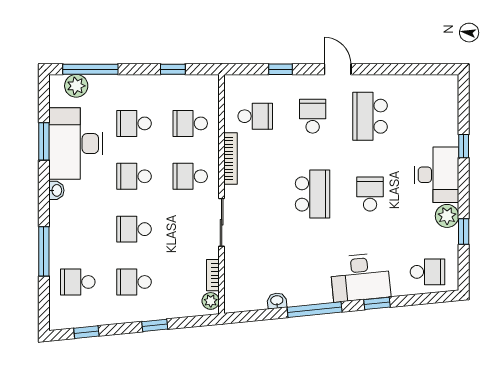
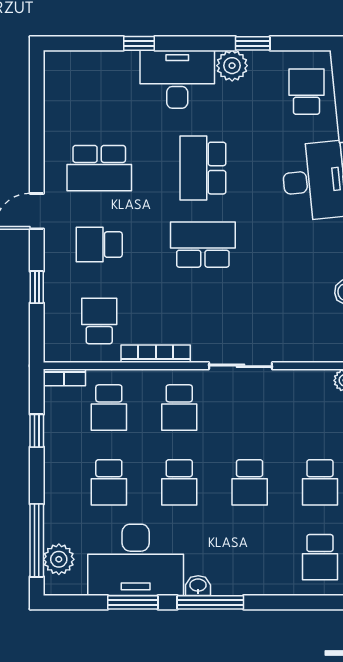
school desk: (370, 194) -> (203, 168), width x1.85
window: (44, 251) -> (210, 602), moved
bookcase: (213, 275) -> (64, 377), moved

